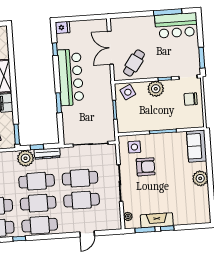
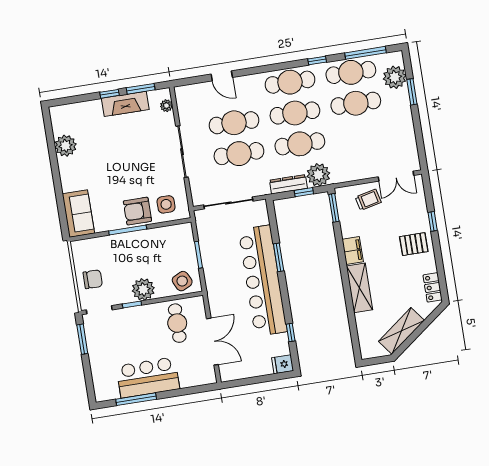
bar counter: (176, 25) -> (148, 377), moved
cafe table: (134, 63) -> (177, 323), turned -36
bar counter: (71, 77) -> (263, 281), width x1.36
armchair: (146, 167) -> (137, 211), moved
plant: (200, 178) -> (66, 146), moved
door: (87, 234) -> (222, 76), swing flipped

